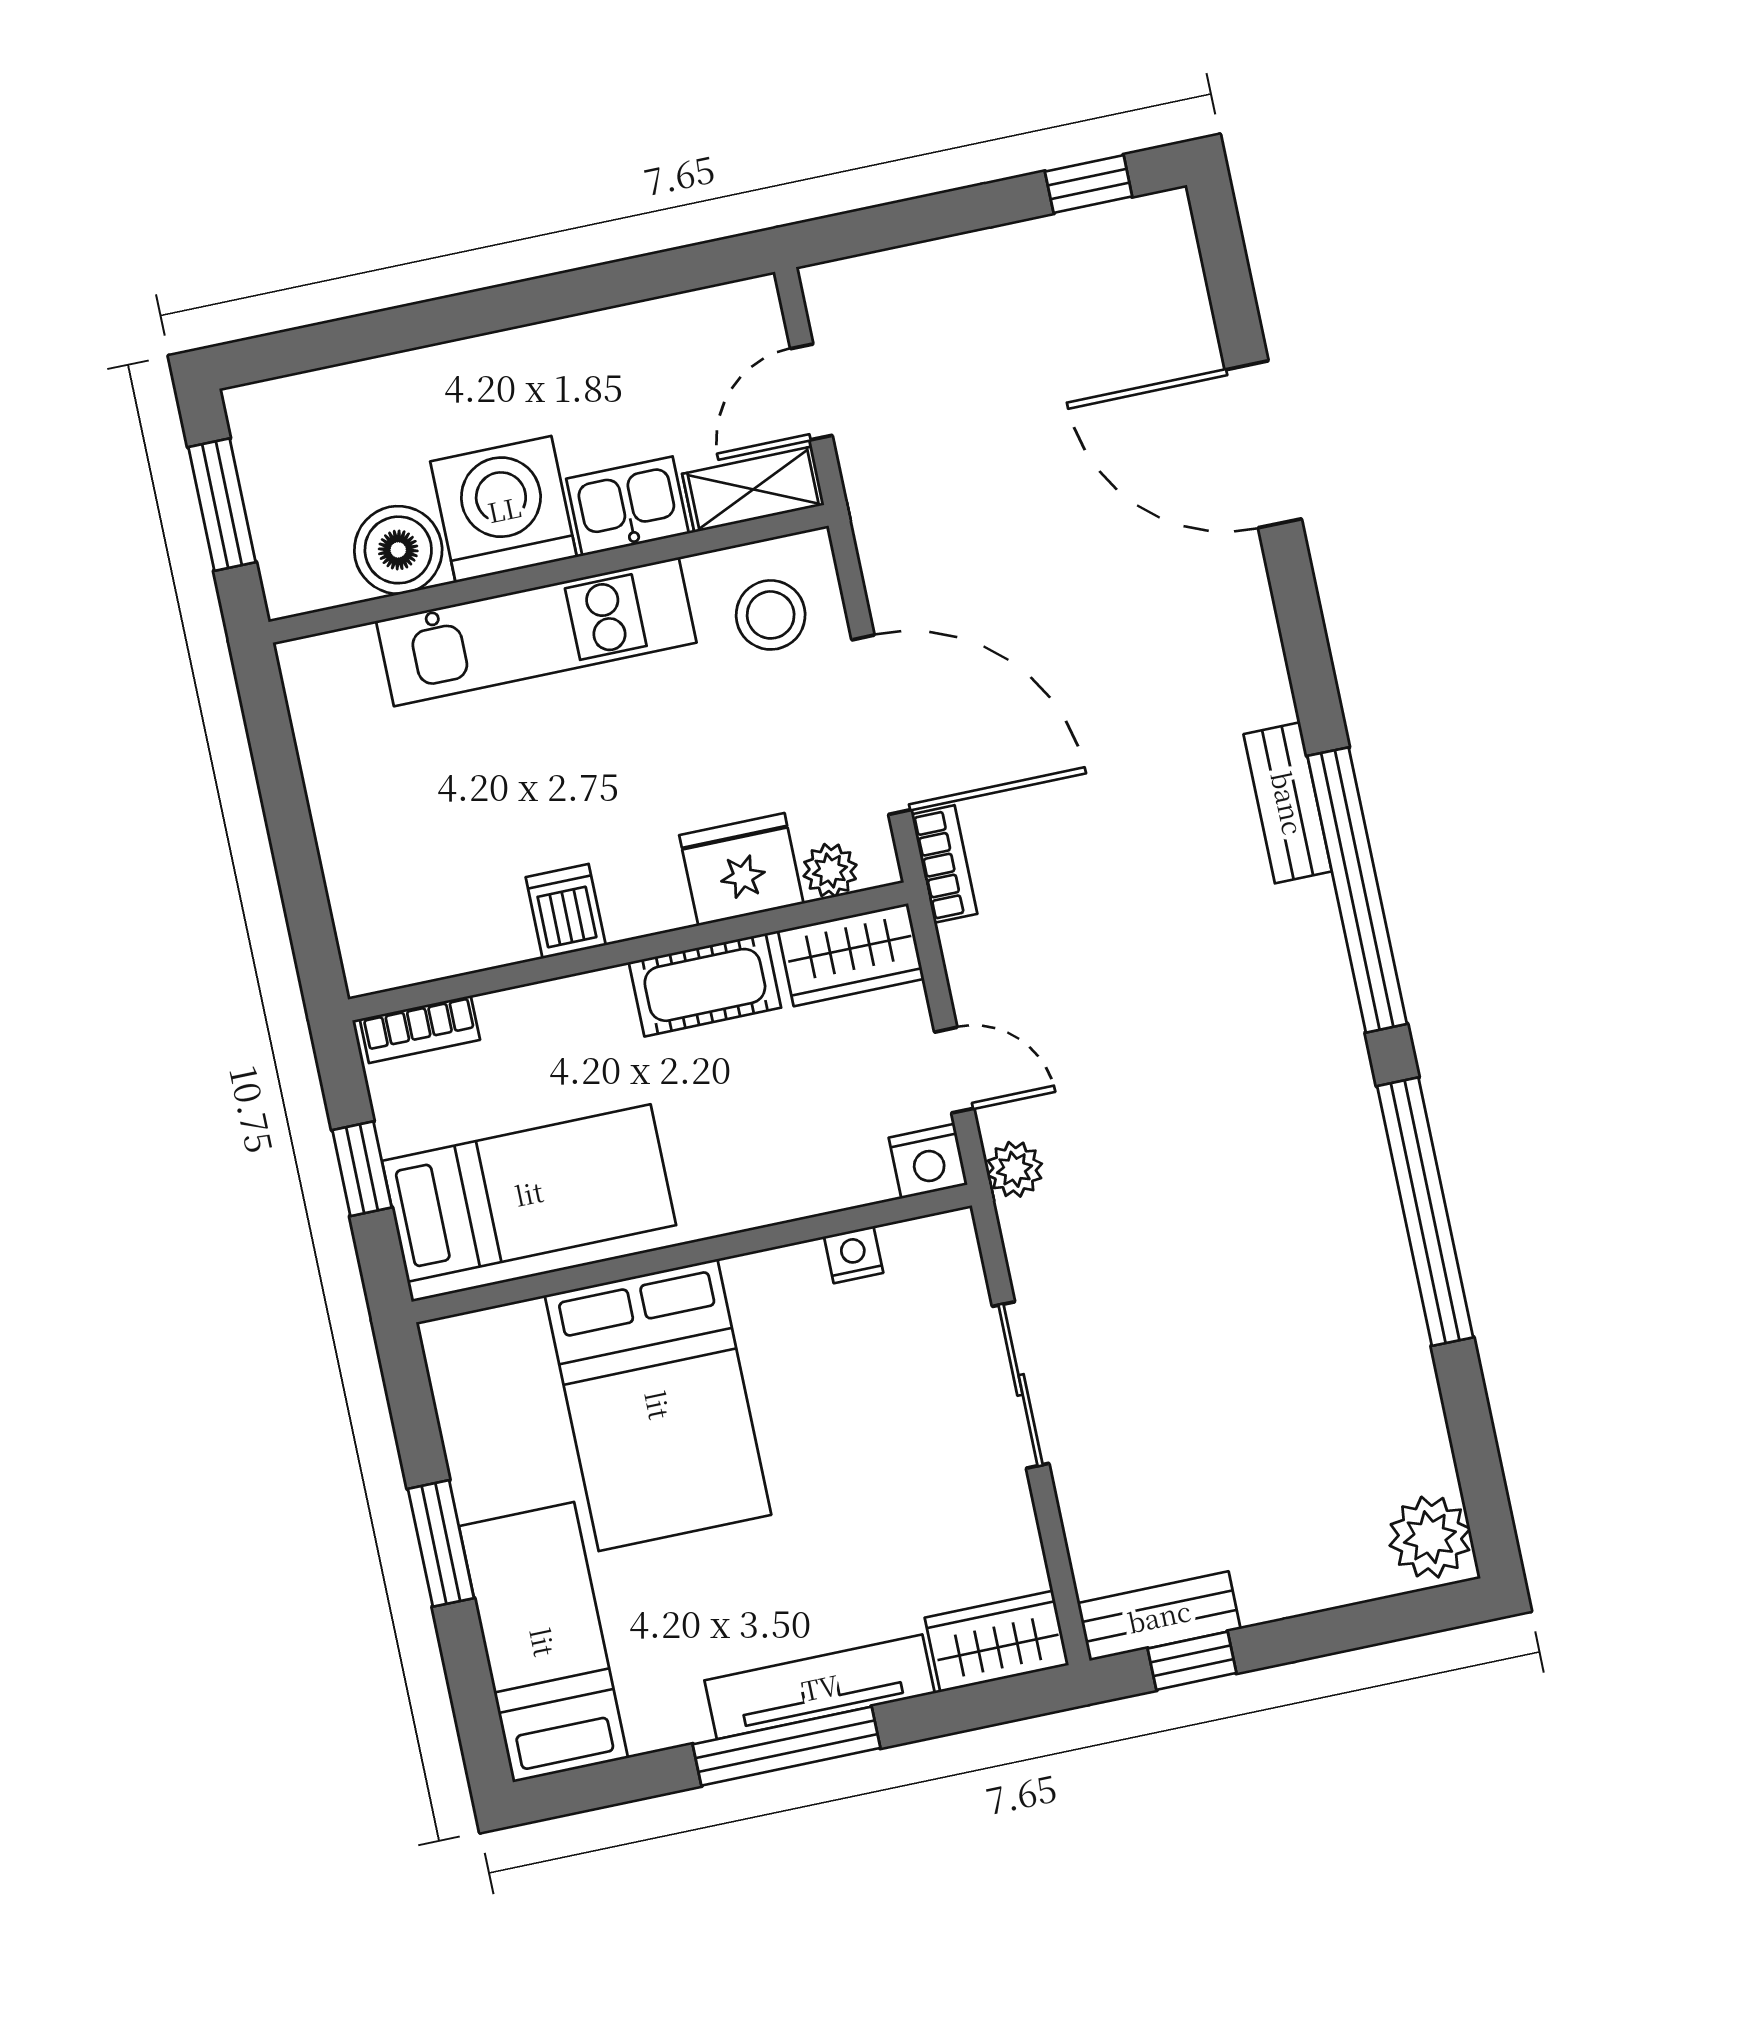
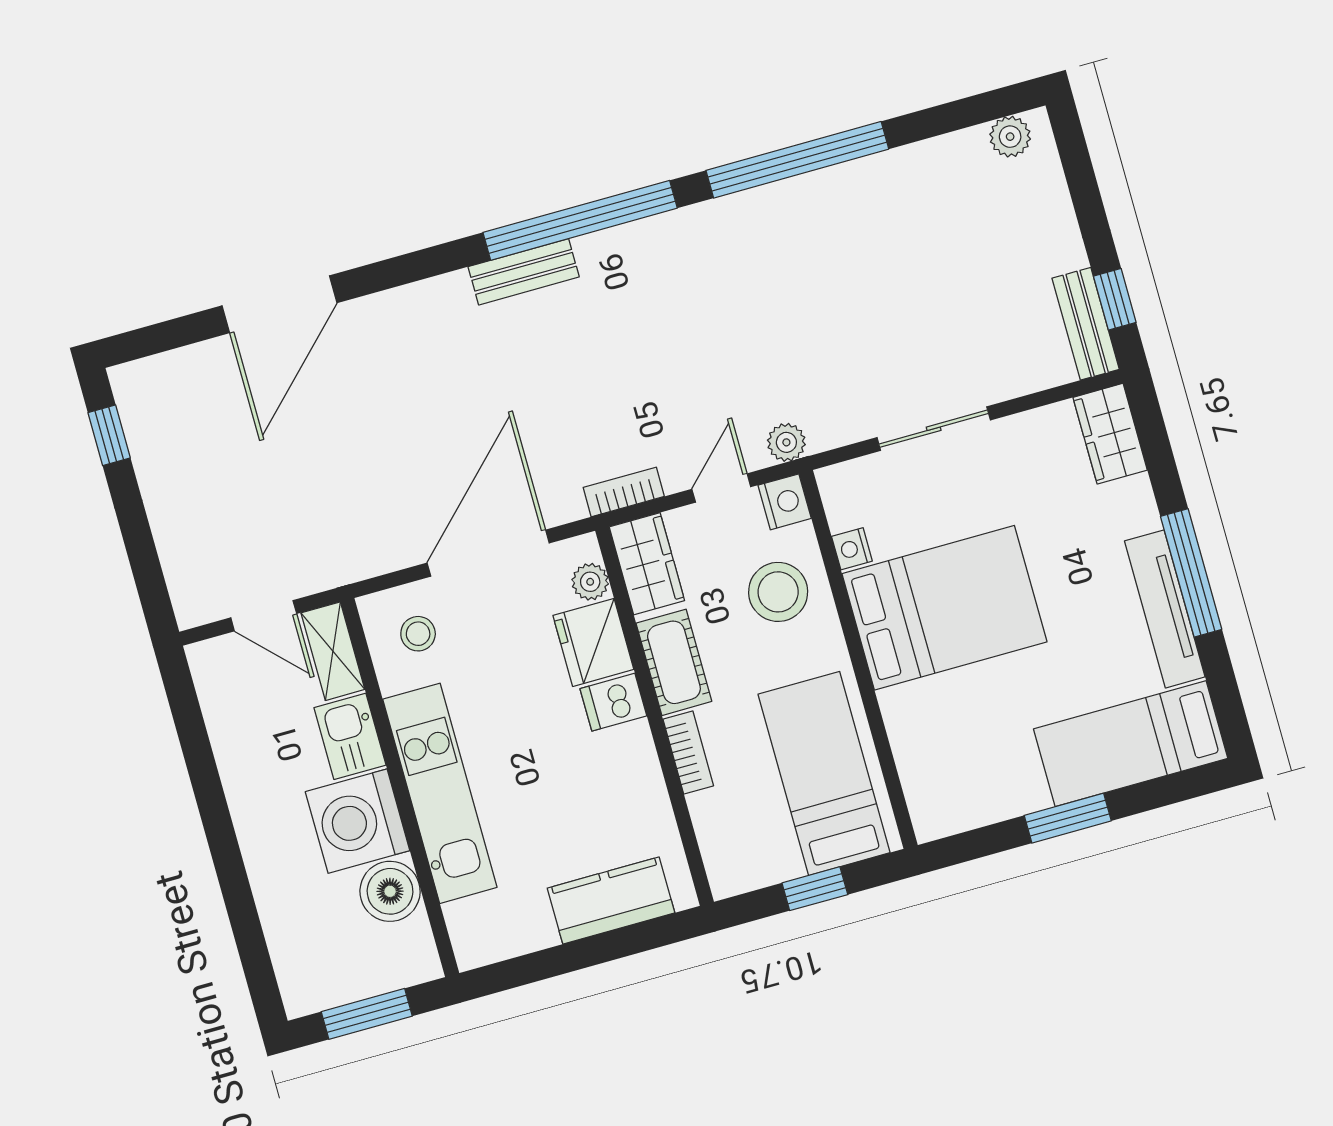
stool: (771, 615) -> (418, 634), width x0.73, depth x0.73
bookcase: (944, 864) -> (624, 492), moved
kitchen counter: (364, 871) -> (611, 900), added
dishwasher: (566, 911) -> (613, 702), moved
bookcase: (420, 1029) -> (688, 753), moved
stool: (798, 1143) -> (778, 592), added
bed: (658, 1405) -> (944, 608), moved
plant: (1430, 1537) -> (1010, 137), width x0.73, depth x0.73
tv unit: (820, 1687) -> (1165, 609), moved

